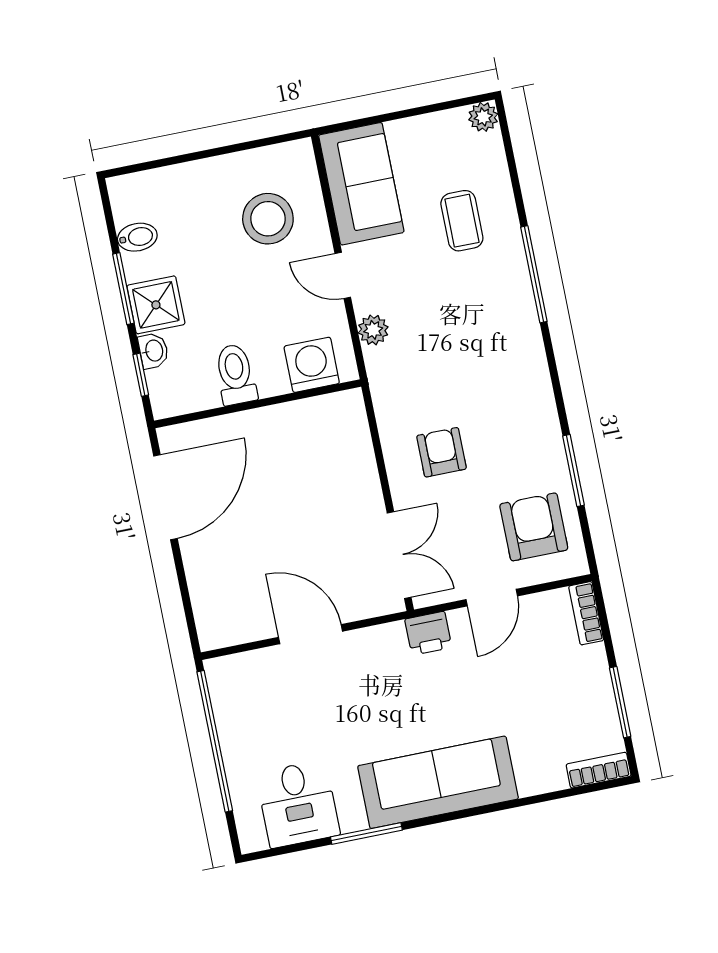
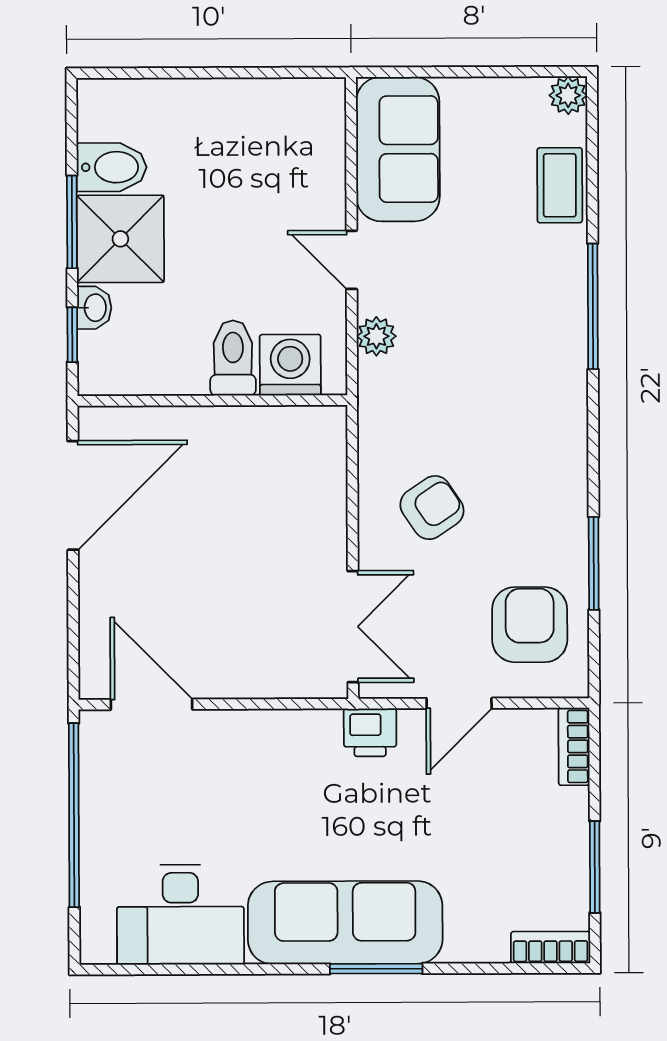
stool: (268, 219) -> (272, 170), removed
coffee table: (462, 221) -> (560, 185), moved
bidet: (137, 237) -> (112, 167), width x1.38, depth x1.36
shower: (156, 305) -> (120, 239), width x1.36, depth x1.36
toilet: (236, 374) -> (233, 358), moved
armchair: (442, 452) -> (432, 508), turned 56
door: (310, 634) -> (152, 704), moved
desk: (298, 804) -> (180, 915), width x1.37
window: (366, 833) -> (376, 969), moved

